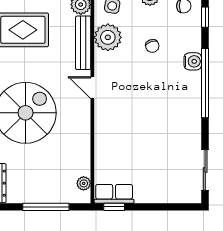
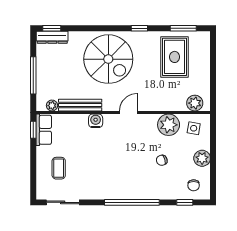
bench: (83, 43) -> (80, 105), moved
water cooler: (193, 61) -> (96, 121), moved, turned 180
coffee table: (162, 175) -> (59, 168), added

